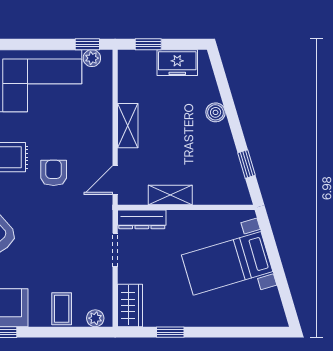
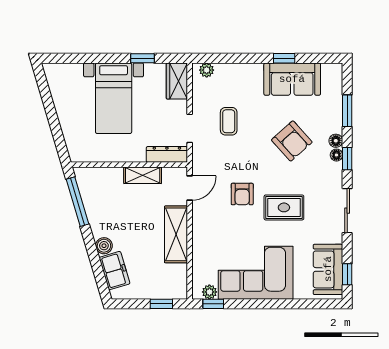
freezer: (177, 63) -> (114, 271), moved, turned 73
shelving: (128, 126) -> (176, 234), width x1.50, depth x1.33
window: (246, 164) -> (78, 202), width x2.17
bed with nightstands: (227, 263) -> (114, 98), moved, turned 107
coffee table: (62, 309) -> (229, 121), moved

